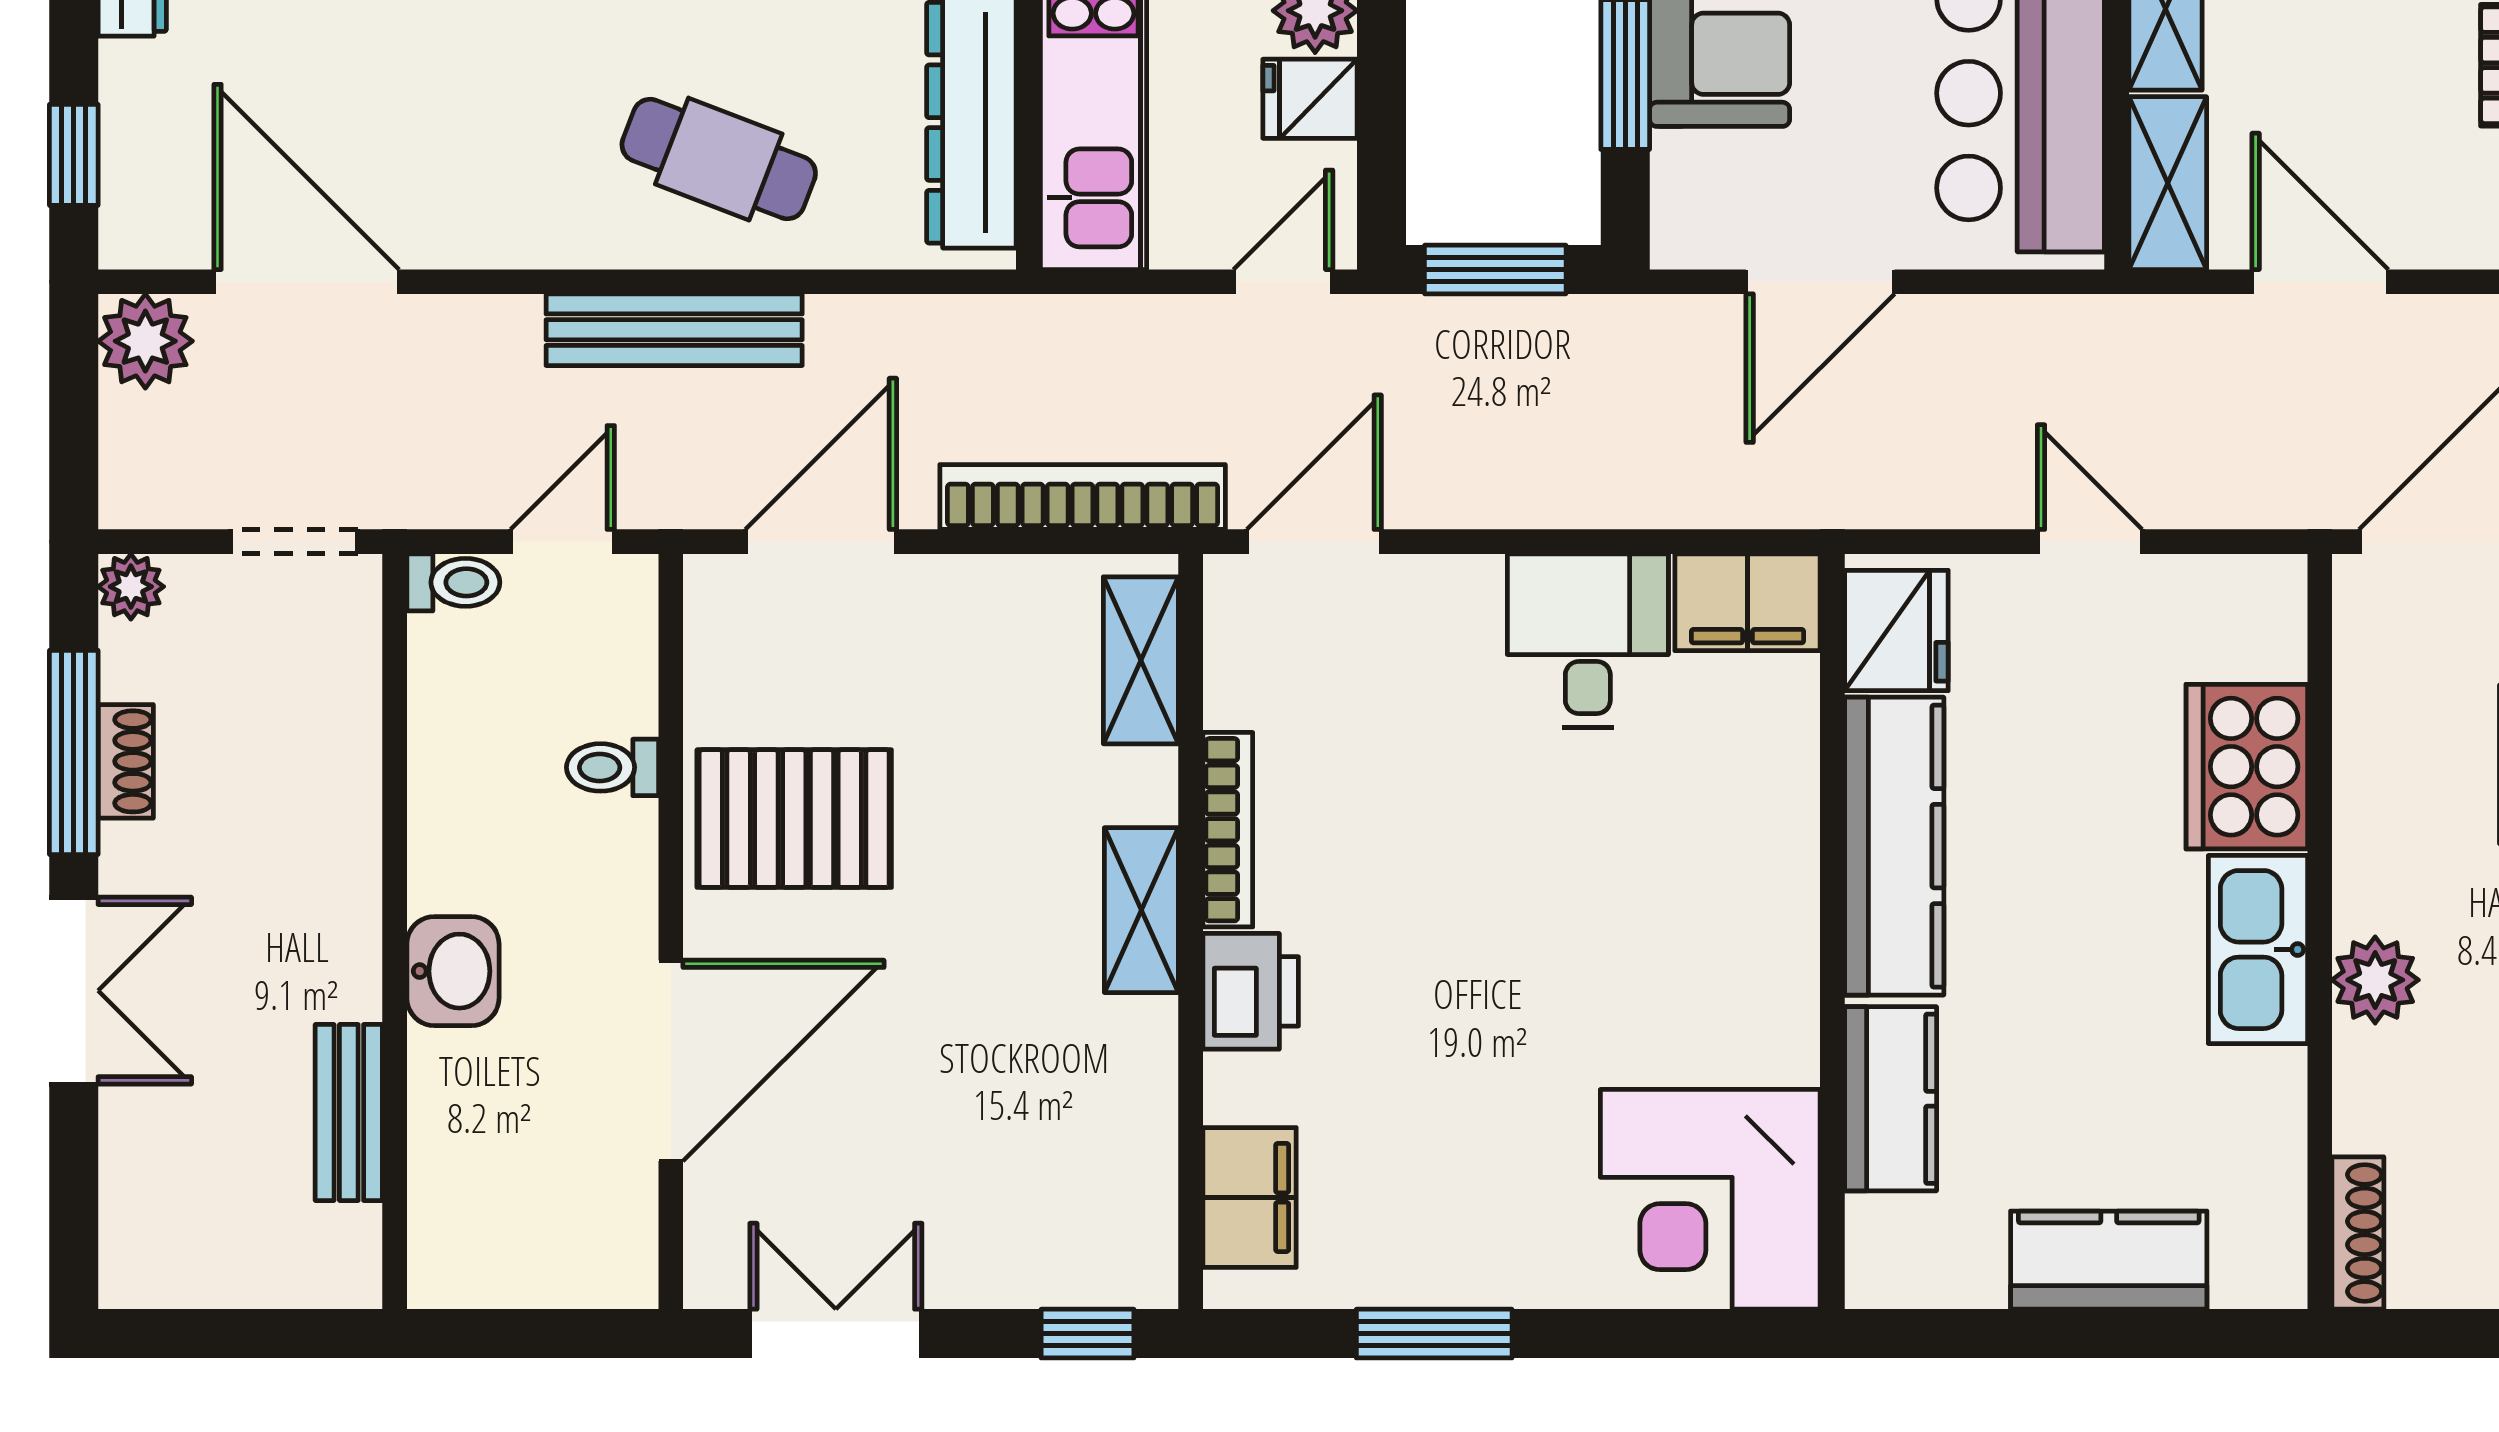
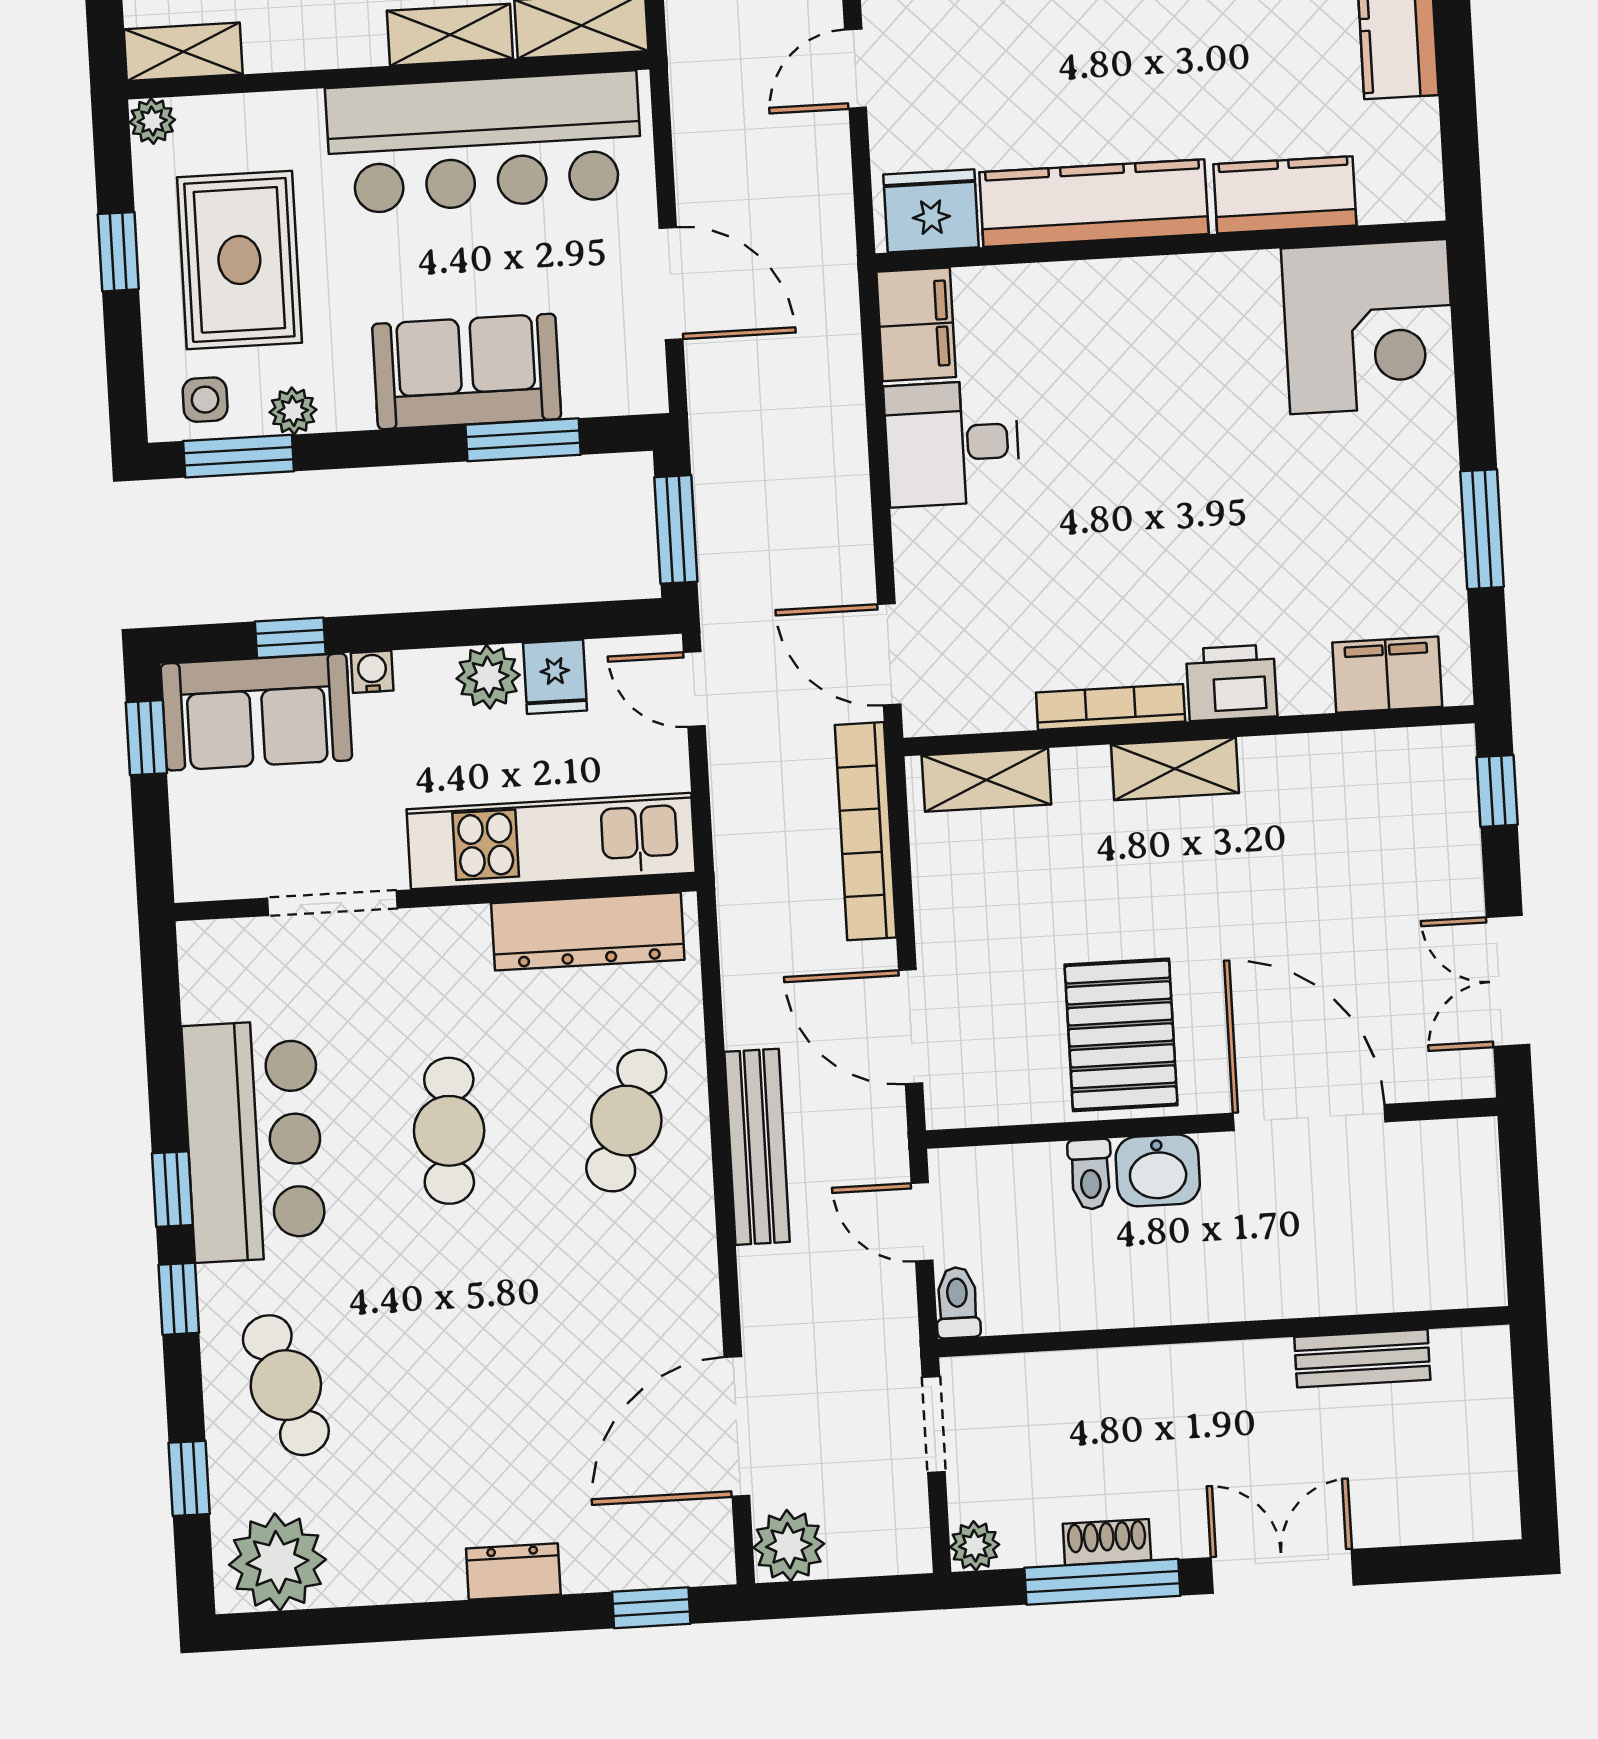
washbasin: (453, 971) -> (1158, 1170), moved, turned 180

